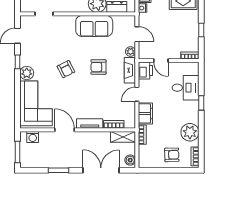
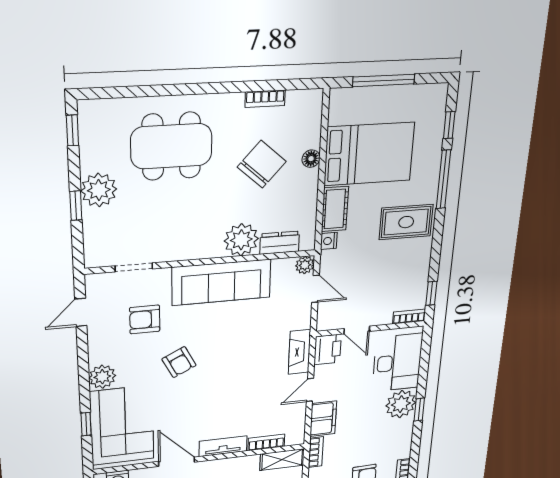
sofa: (94, 26) -> (221, 282), width x1.36
window: (201, 30) -> (431, 293), moved
plant: (130, 52) -> (305, 265), moved
window: (18, 62) -> (86, 424), moved
armchair: (98, 67) -> (145, 319), moved
desk: (185, 88) -> (397, 363), width x1.37
window: (201, 103) -> (419, 410), moved
plant: (190, 132) -> (401, 404), moved

